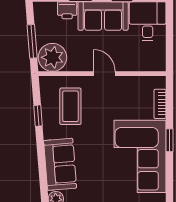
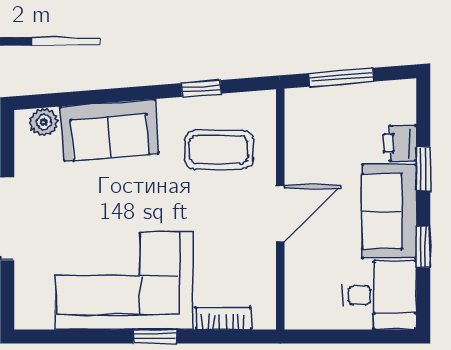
plant: (52, 57) -> (311, 116), removed
door: (104, 74) -> (280, 213), width x1.38

